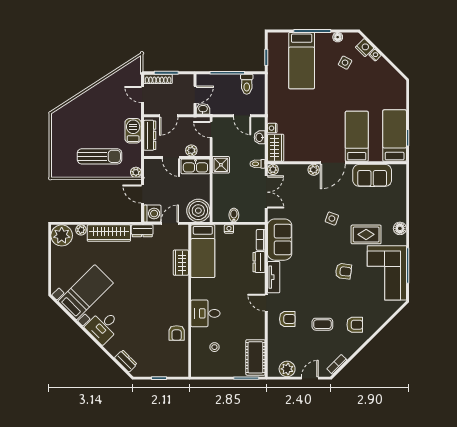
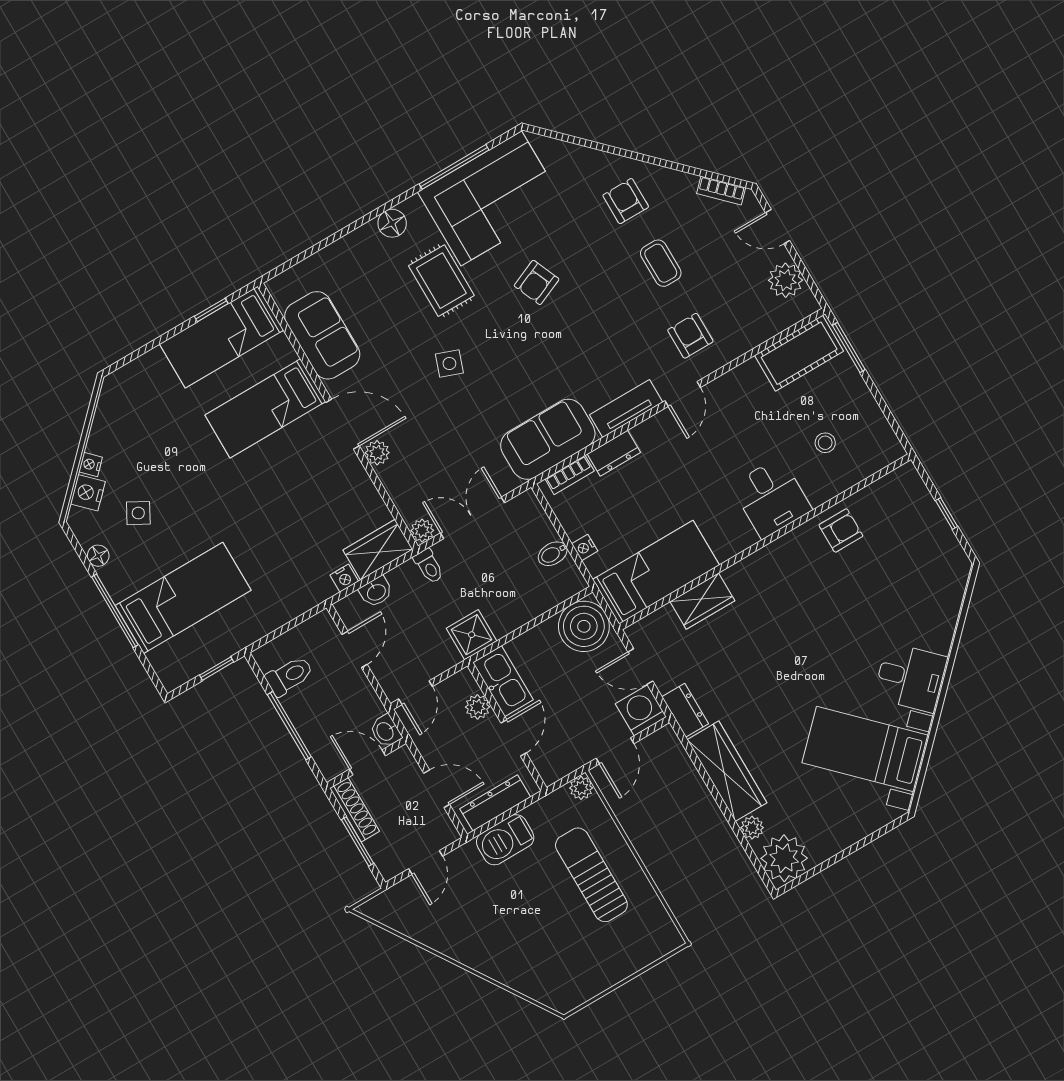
shoe rack: (158, 79) -> (355, 810), moved
armchair: (343, 271) -> (537, 282), turned -120
dresser: (126, 361) -> (951, 596), removed

